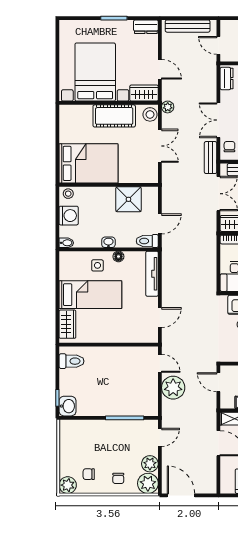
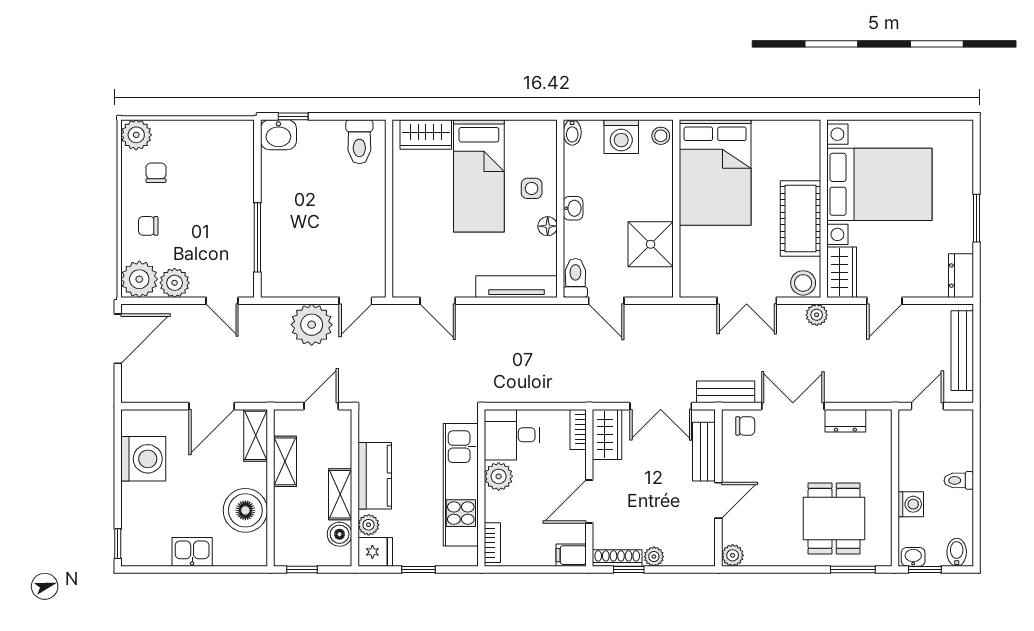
dresser: (227, 78) -> (845, 421), moved

